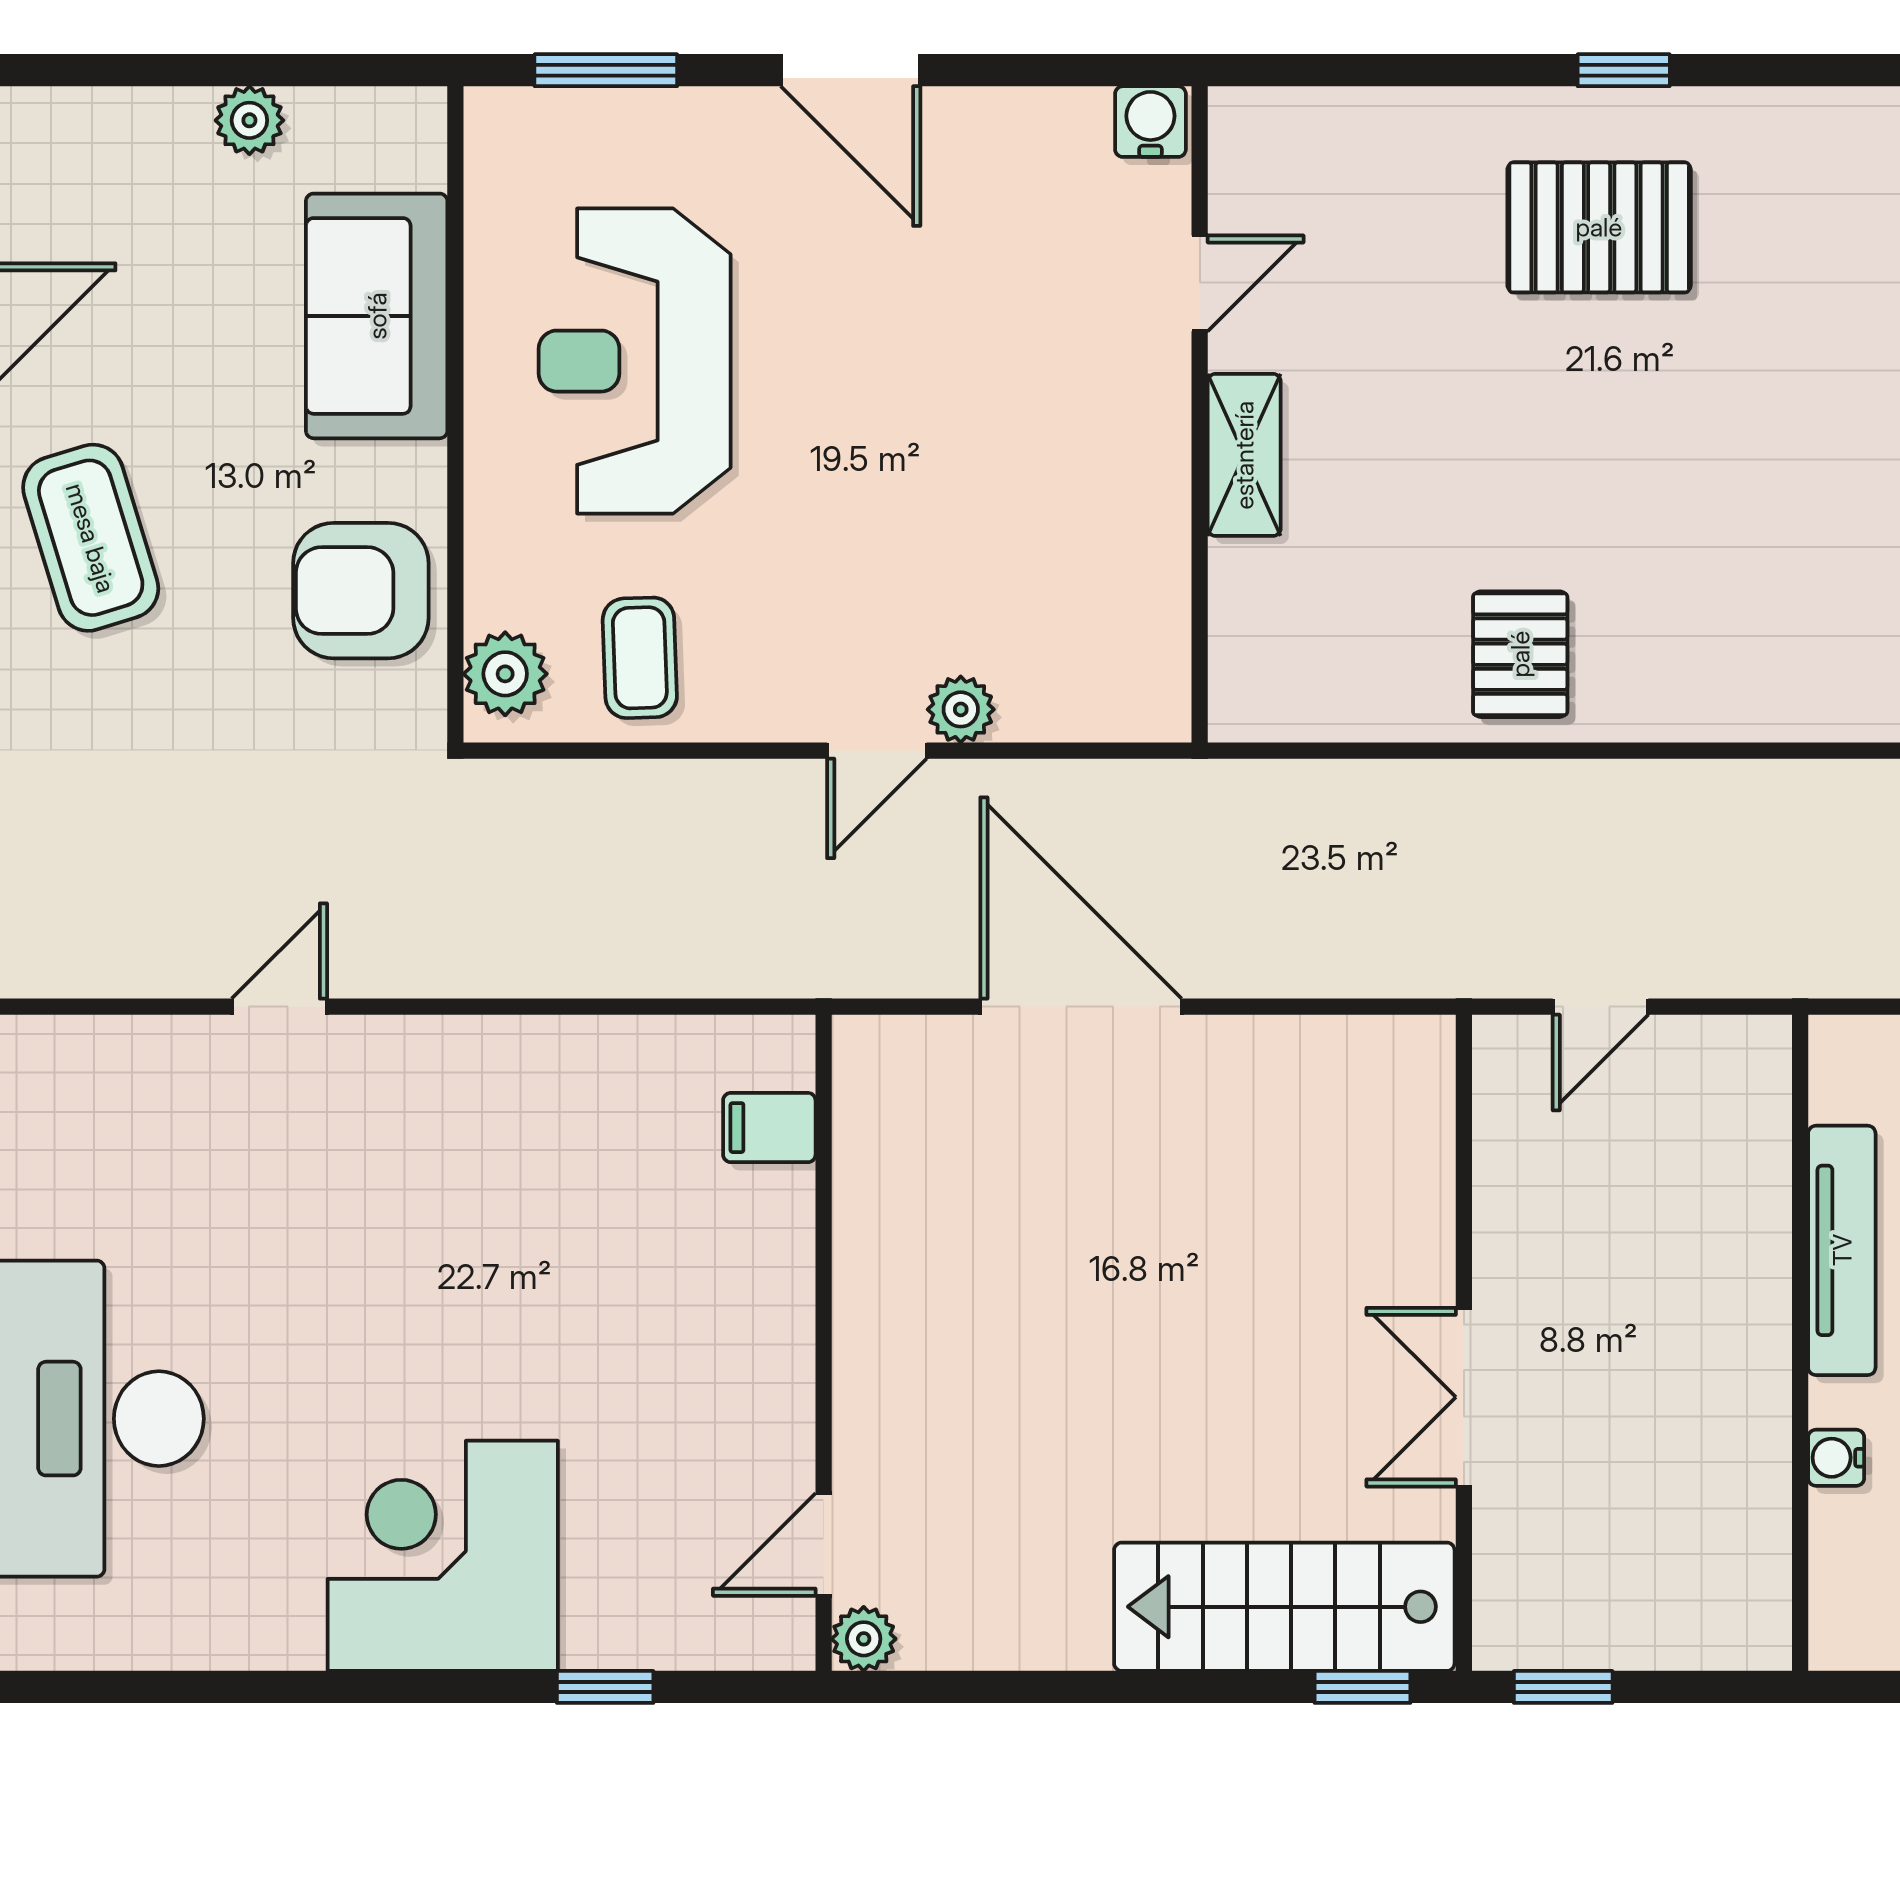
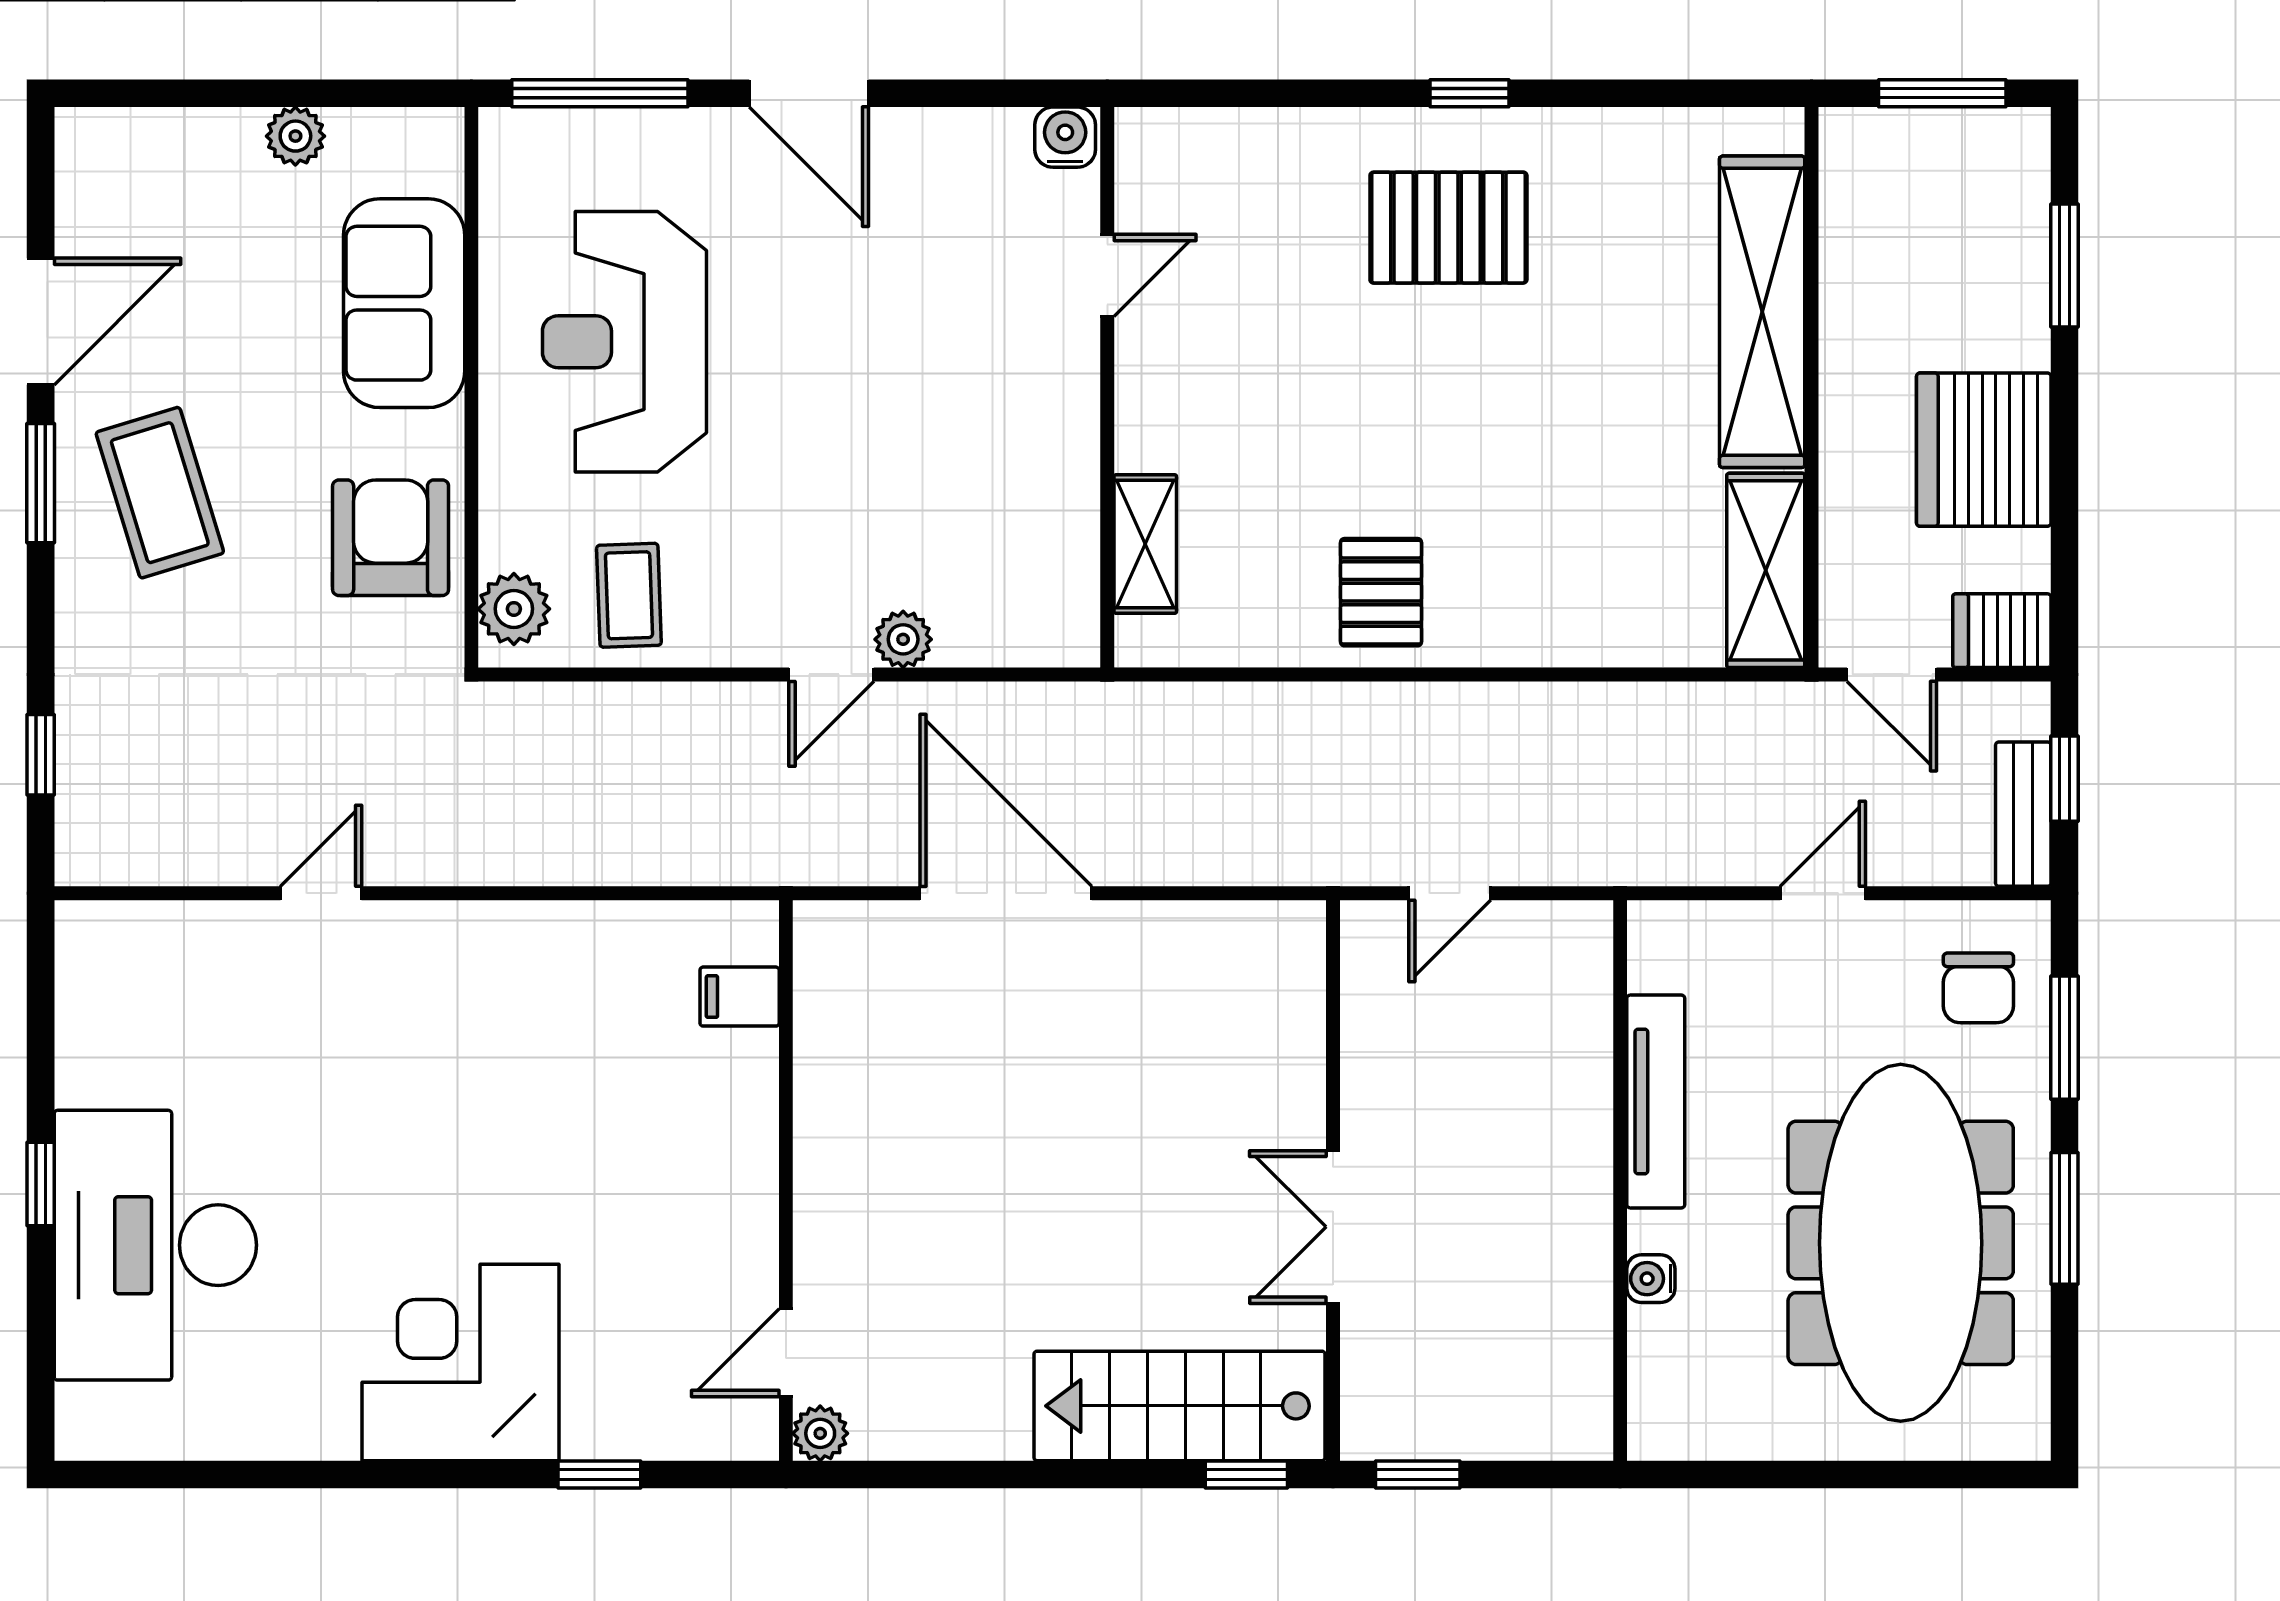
window: (606, 70) -> (600, 93), width x1.44
shelving: (1244, 455) -> (1145, 544), moved
armchair: (361, 591) -> (391, 538), turned 90

